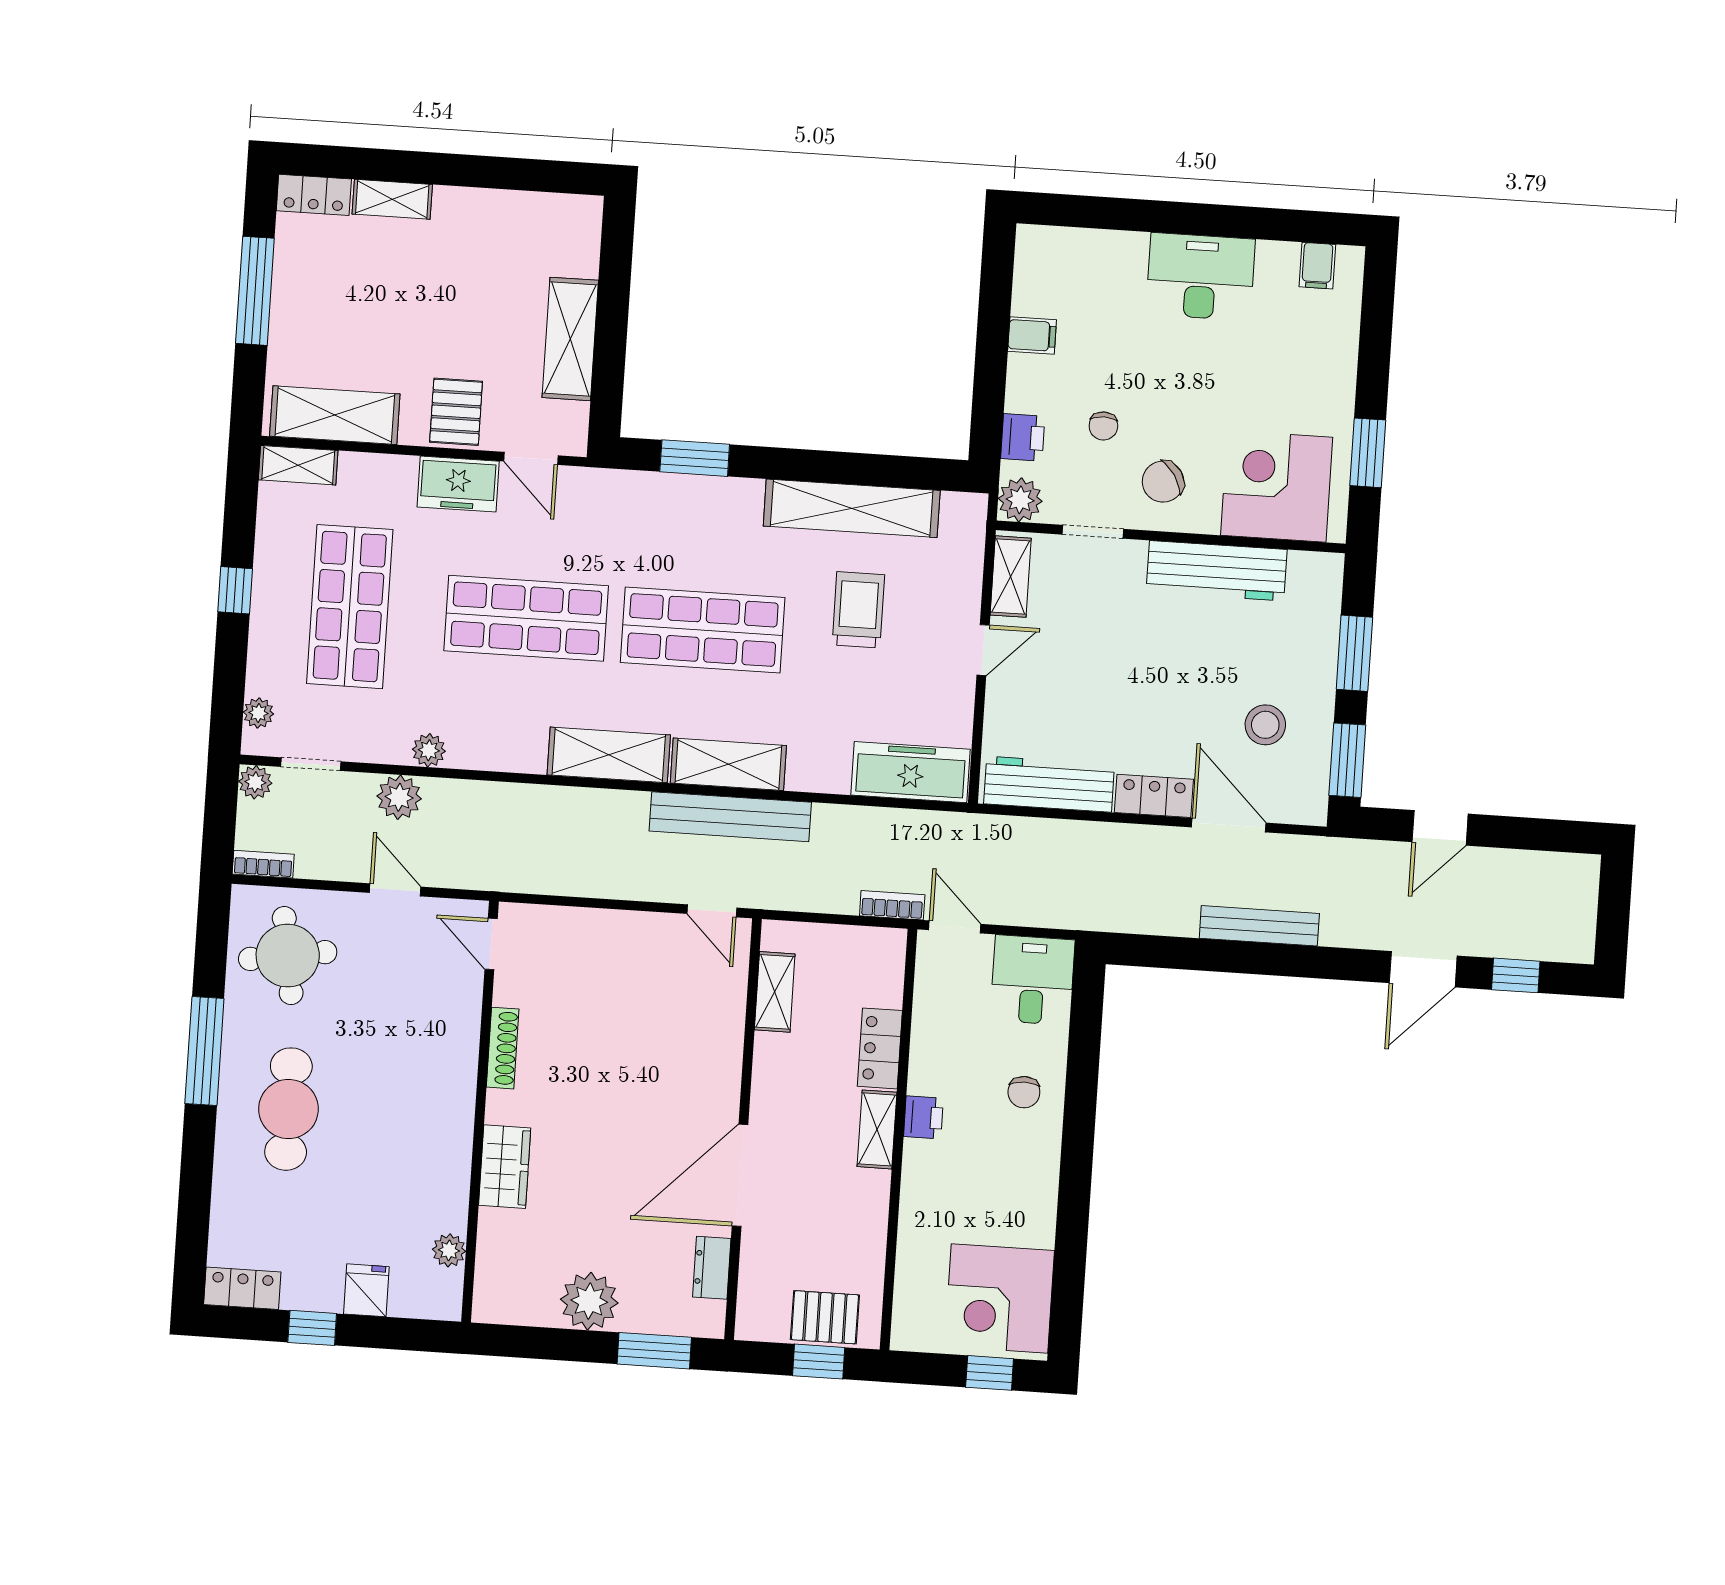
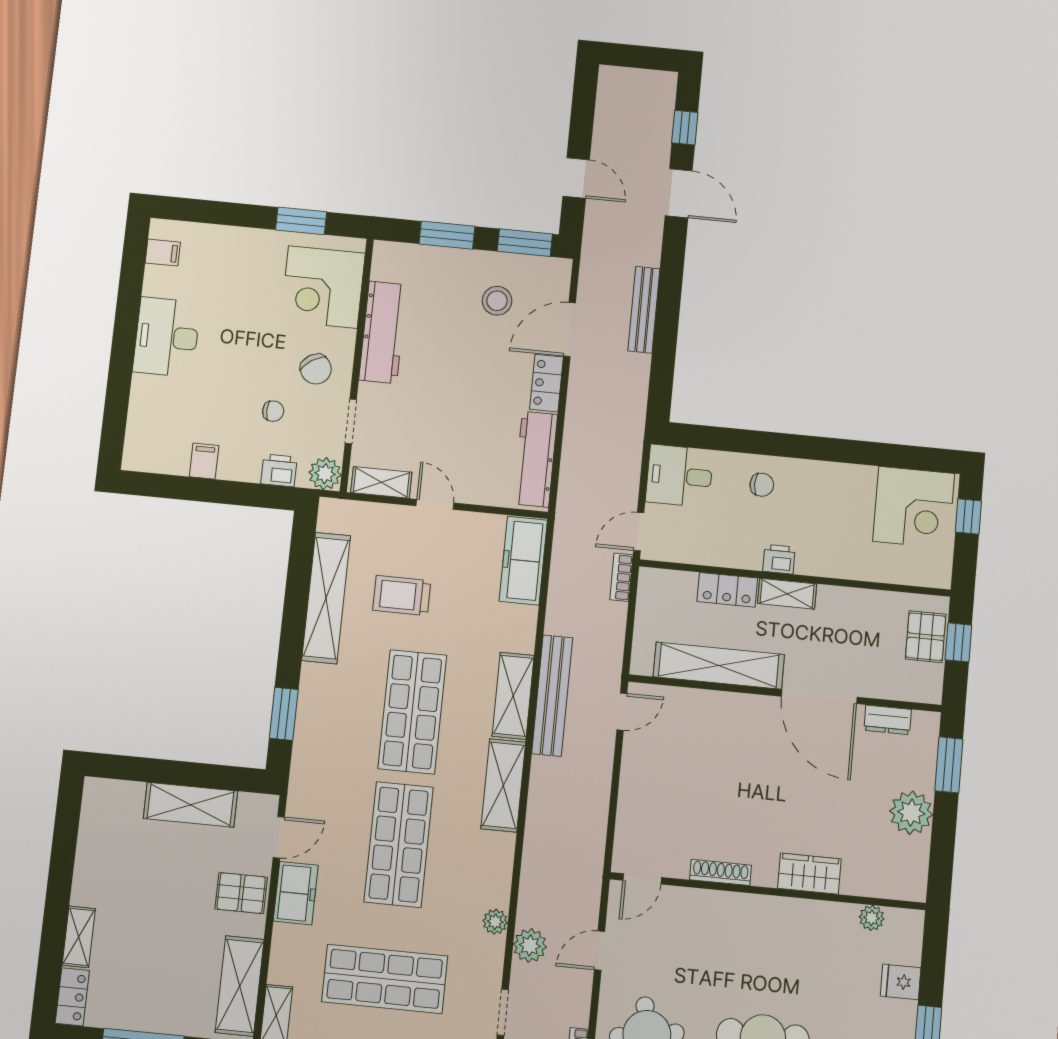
shelving: (775, 992) -> (719, 666), width x2.20, depth x1.33

